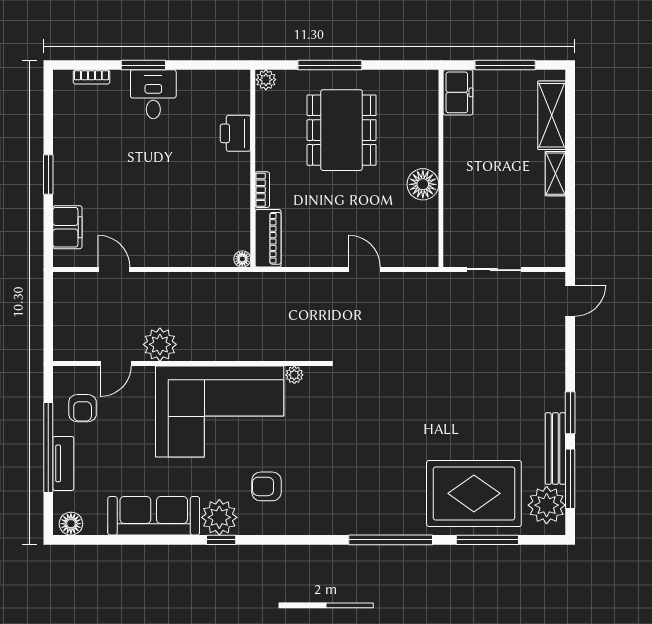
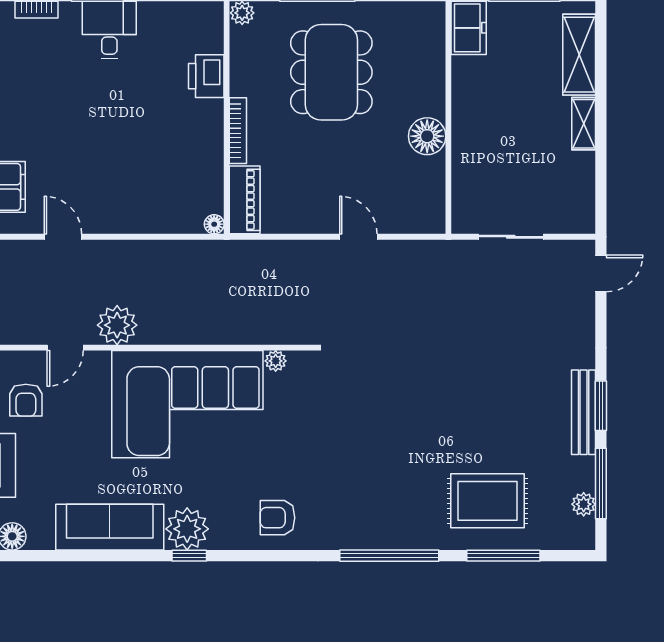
bookcase: (262, 190) -> (238, 131), width x1.56
bench: (555, 449) -> (584, 412), moved
armchair: (266, 486) -> (277, 518), moved
rug: (474, 493) -> (487, 501), width x0.73, depth x0.69
plant: (547, 505) -> (584, 504), width x0.53, depth x0.53

